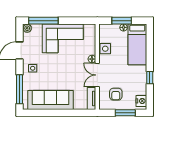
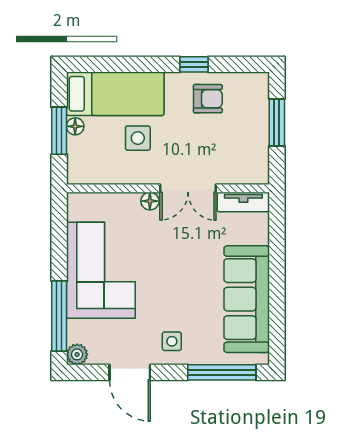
side table: (105, 49) -> (138, 138), moved
armchair: (116, 94) -> (208, 99), moved
nightstand: (141, 101) -> (249, 84), removed

